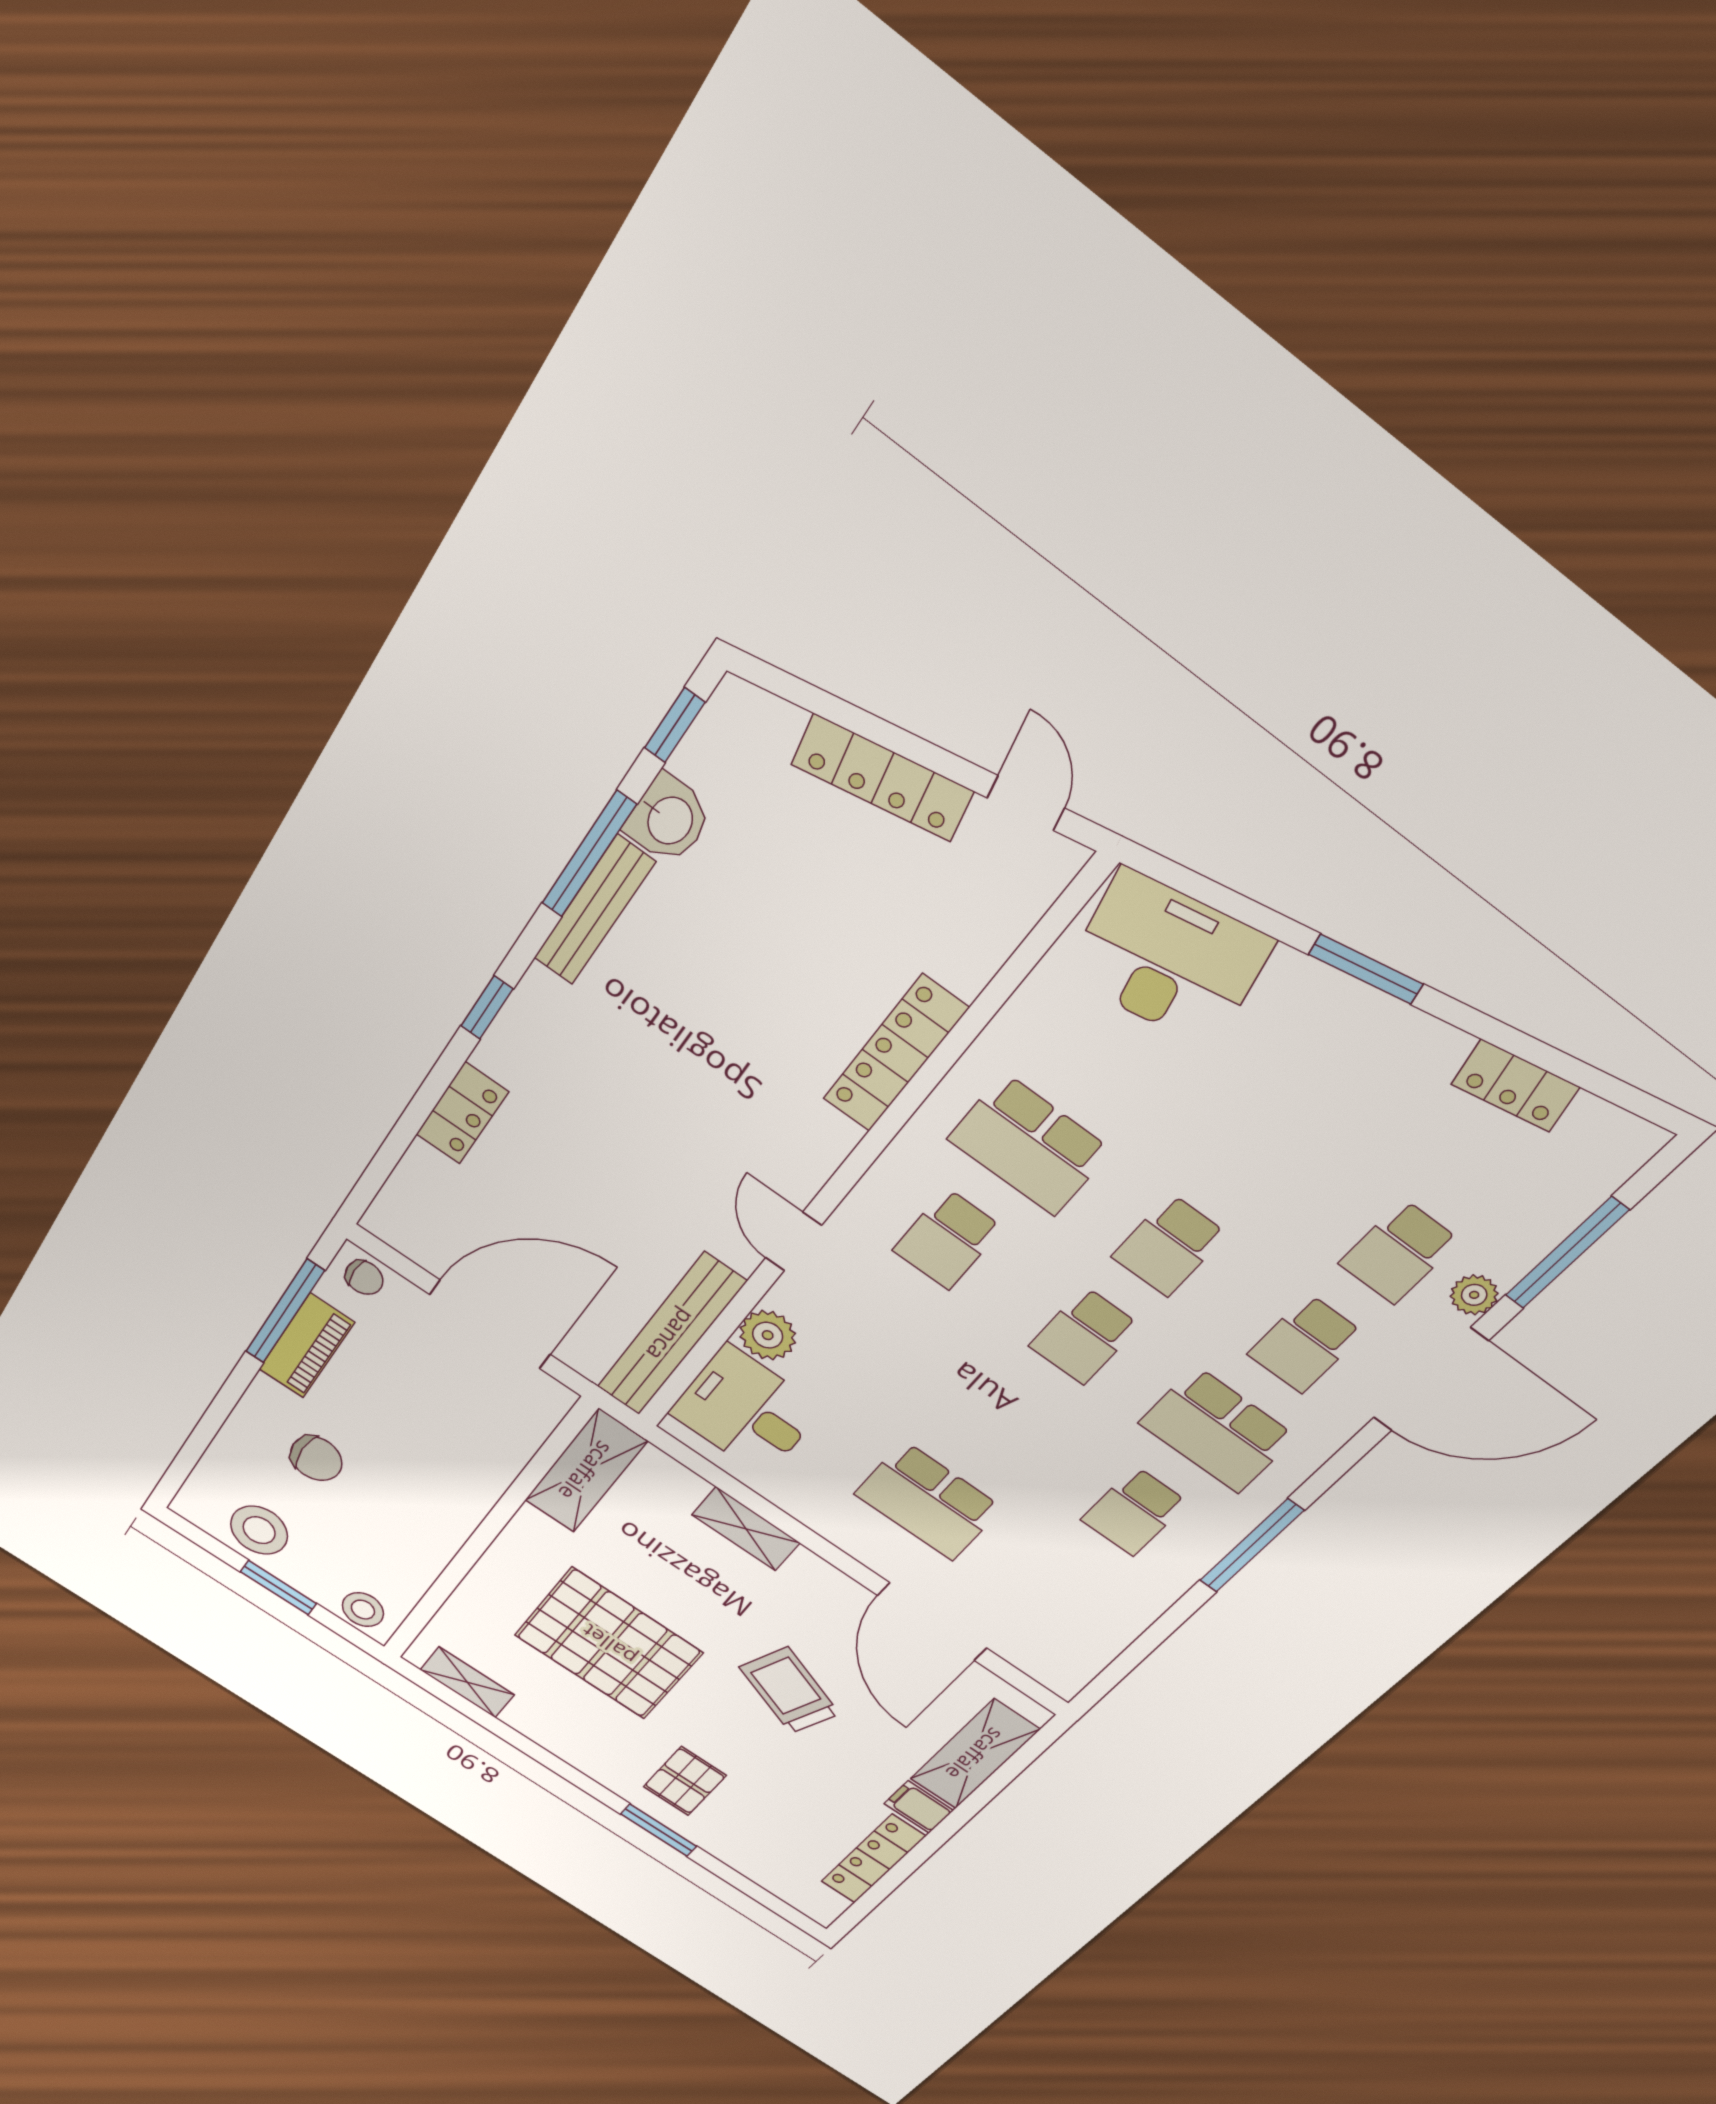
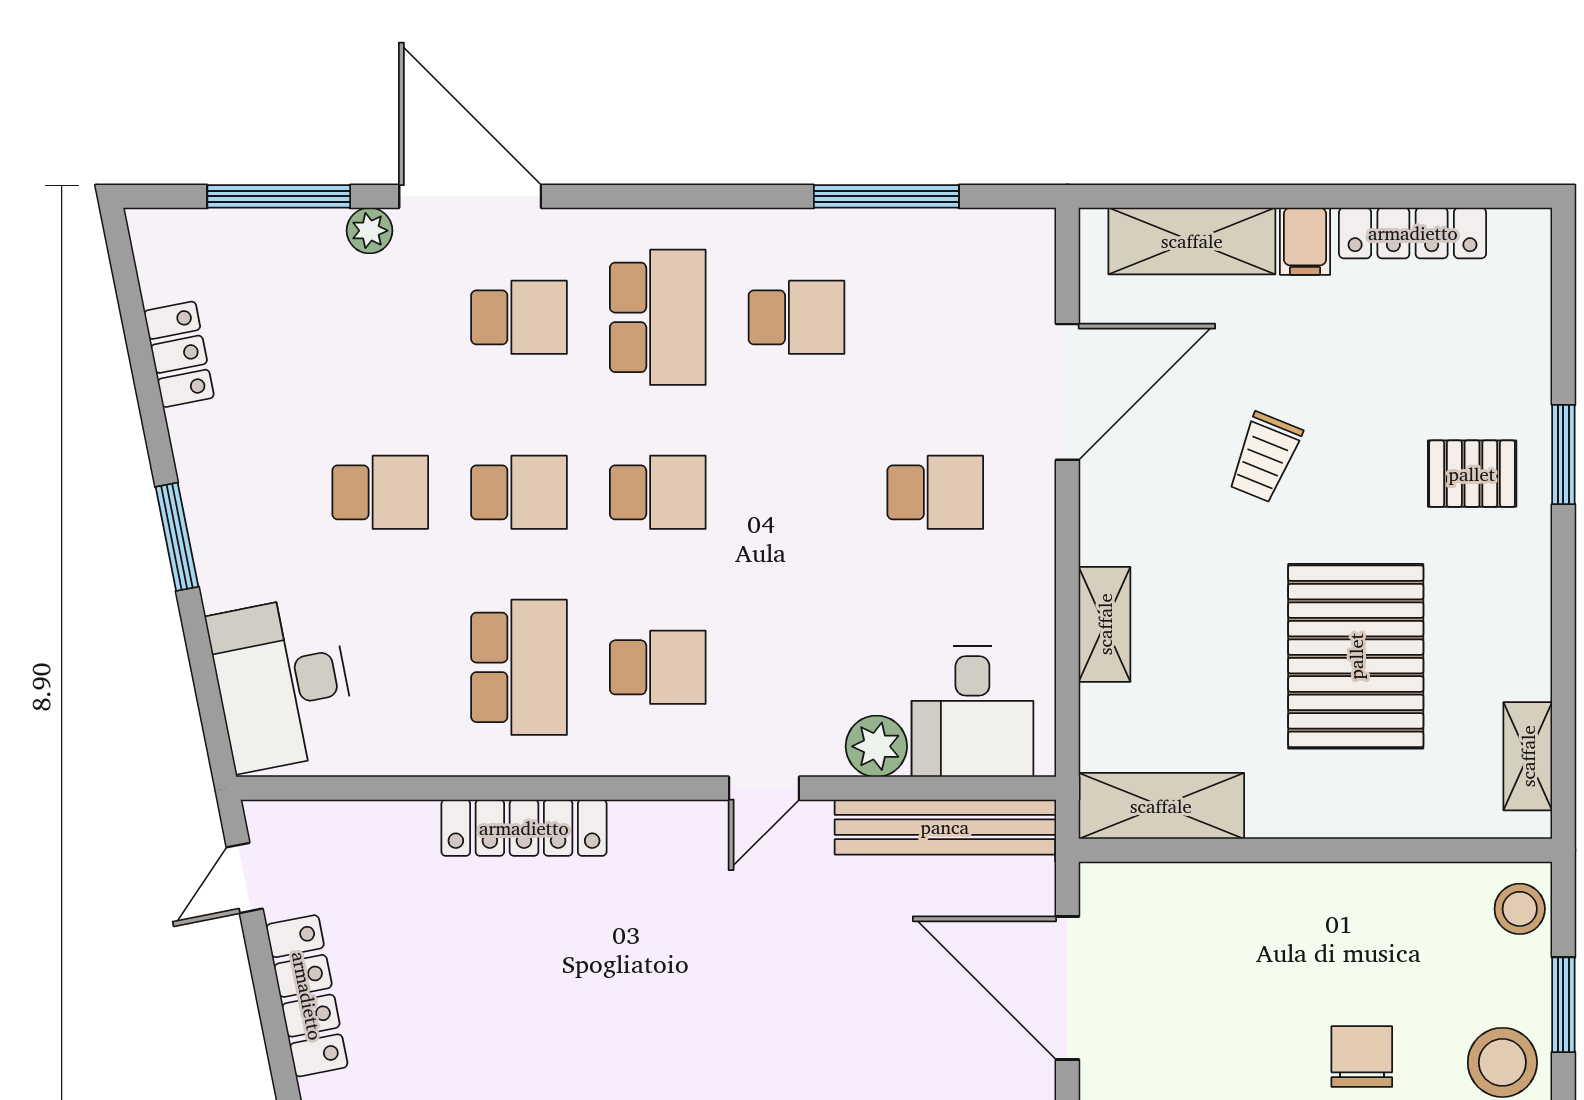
school desk: (1399, 1252) -> (380, 492), moved
school desk: (928, 1501) -> (935, 492), width x0.54
window: (1252, 1546) -> (886, 196), moved
trolley: (789, 1690) -> (1265, 457), width x0.73, depth x0.72

